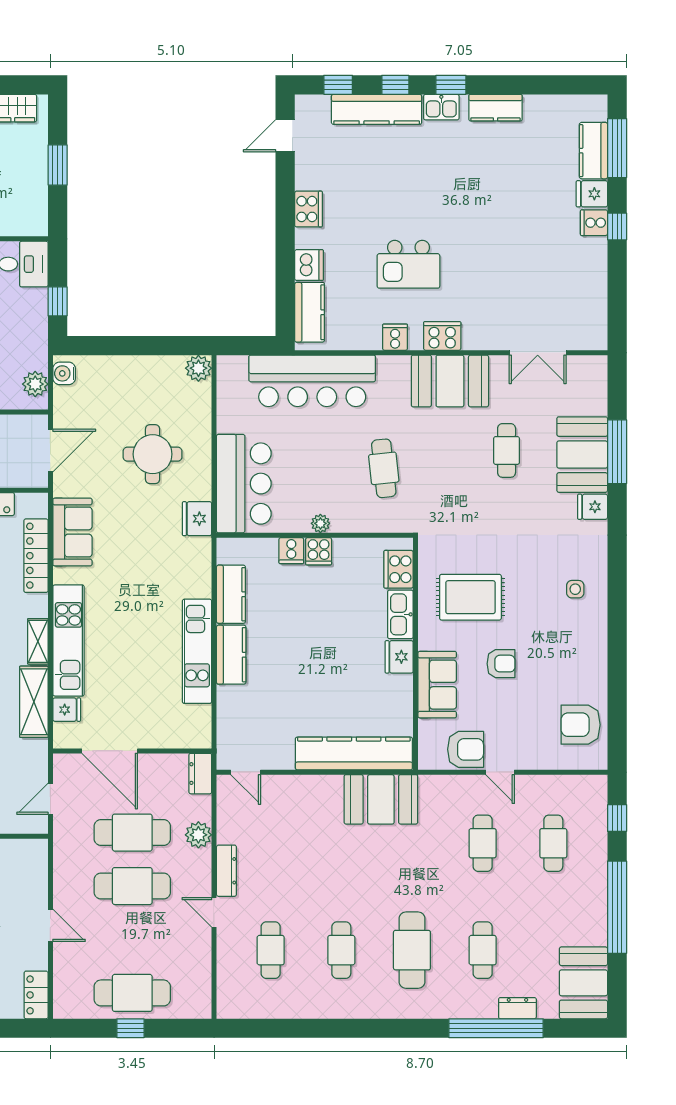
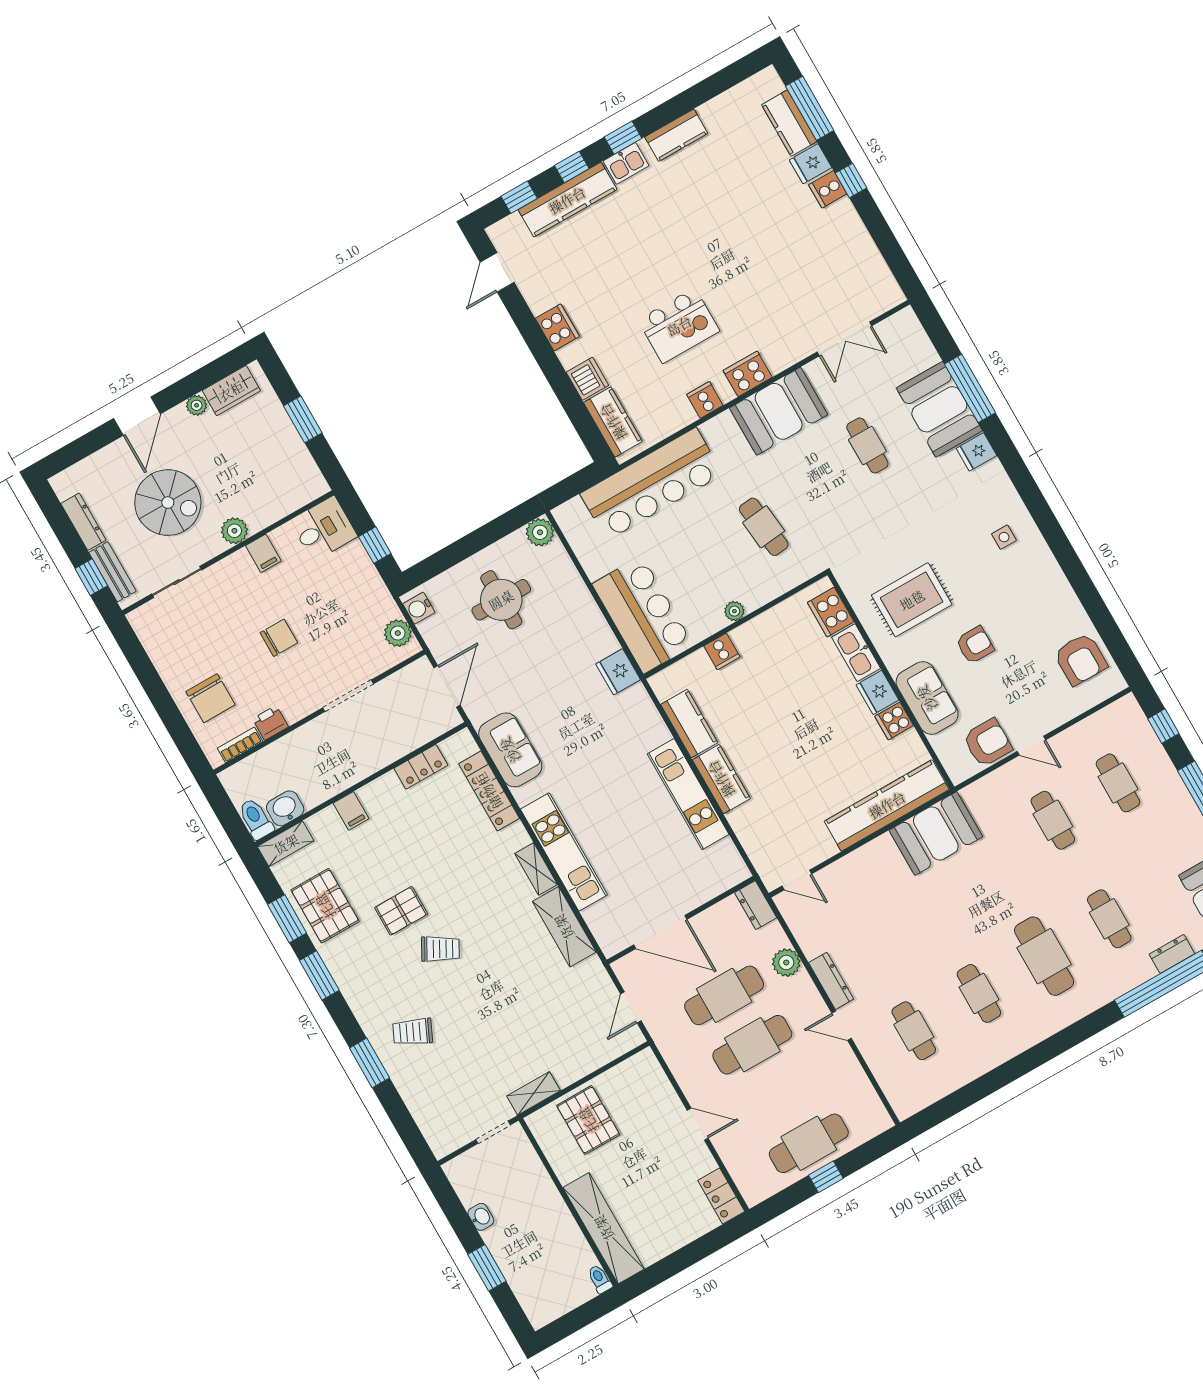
round table: (153, 454) -> (501, 600), moved
cooker: (319, 551) -> (894, 721), moved, turned 90
fridge: (67, 710) -> (599, 917), removed
armchair: (581, 725) -> (1080, 659), turned -90

